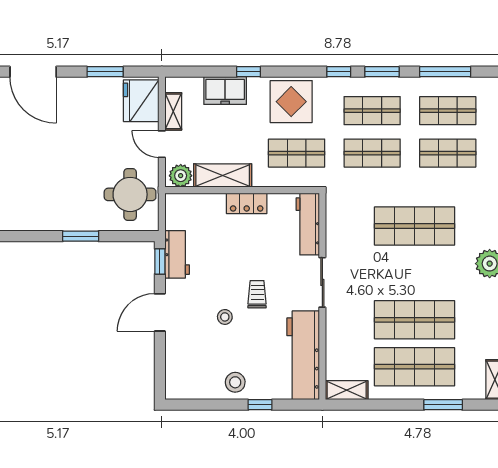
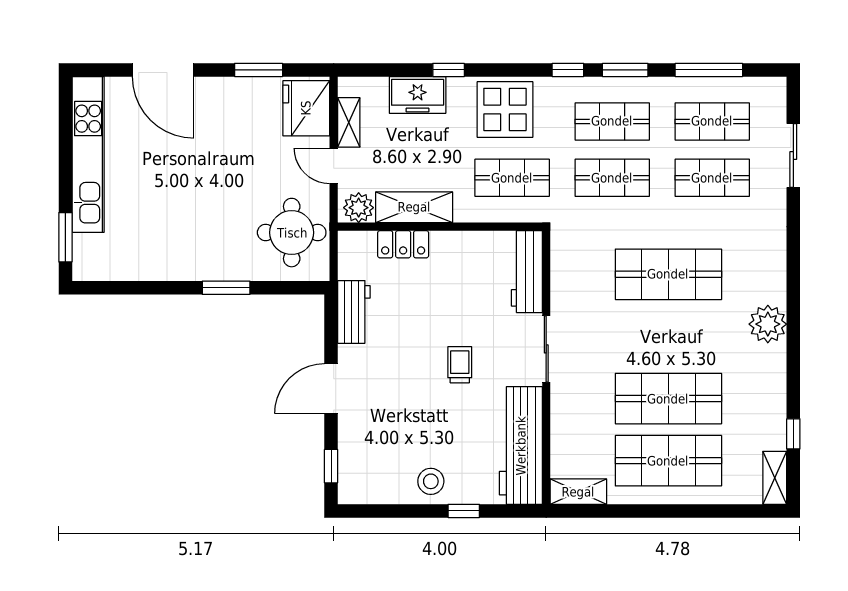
locker: (247, 203) -> (403, 244), moved
window: (160, 261) -> (331, 466), moved
stool: (225, 317) -> (417, 395), removed
window: (443, 405) -> (706, 511), removed

